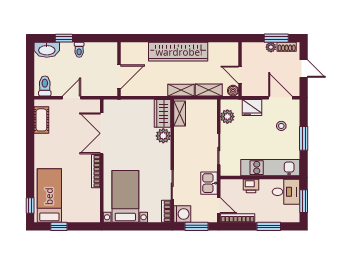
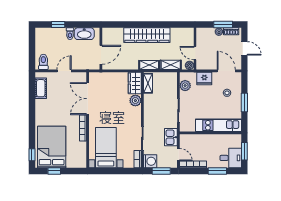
washbasin: (47, 50) -> (84, 34), moved
printer: (251, 186) -> (204, 139), removed
desk: (286, 192) -> (231, 158), moved
bed: (49, 196) -> (52, 147), width x1.50

